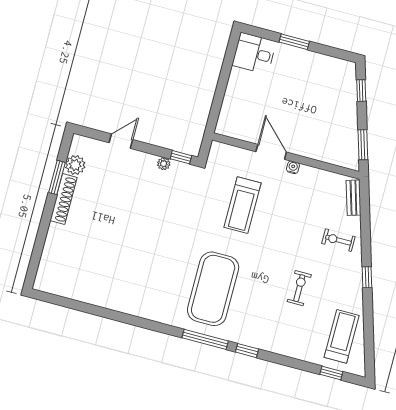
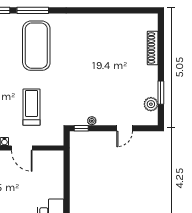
shoe rack: (64, 199) -> (153, 48), moved

